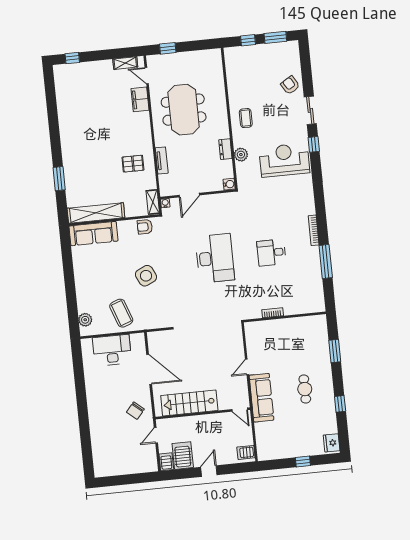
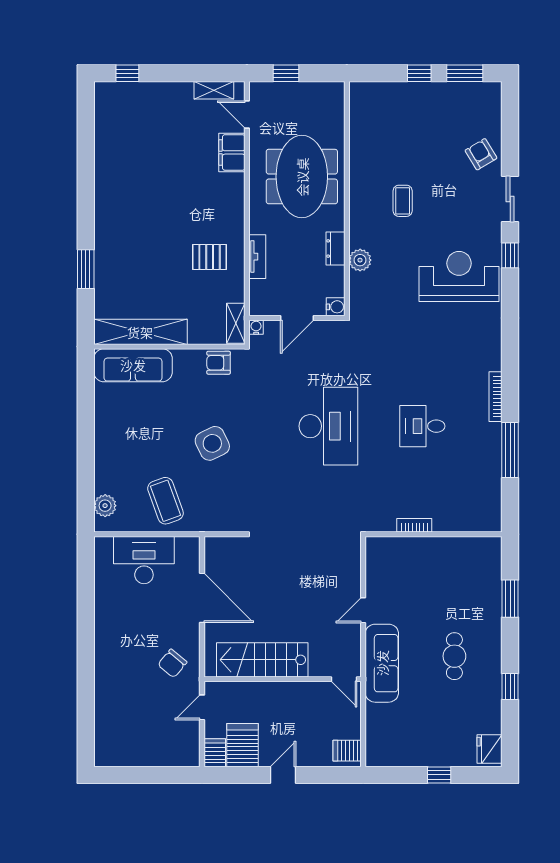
wall: (229, 118) -> (347, 199), moved
dresser: (225, 149) -> (335, 248), moved
plant: (241, 155) -> (360, 260), moved
water cooler: (229, 184) -> (336, 307), moved

